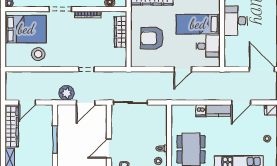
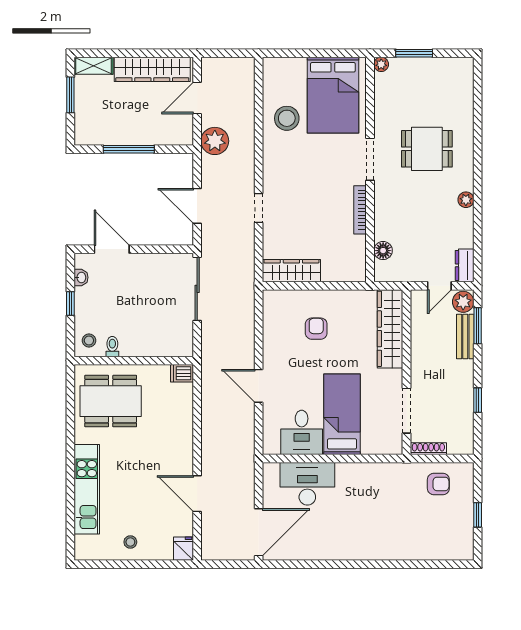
desk: (236, 21) -> (307, 484), moved
wardrobe: (121, 32) -> (291, 271), moved
armchair: (152, 38) -> (316, 329), width x0.53, depth x0.53
plant: (66, 93) -> (215, 141), moved
door: (27, 103) -> (197, 98), hinge flipped
dishwasher: (201, 111) -> (182, 373), moved
kitchen counter: (218, 111) -> (182, 452), removed

